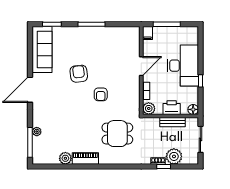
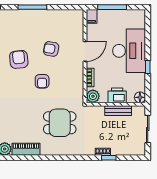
armchair: (109, 64) -> (51, 49), added
plant: (174, 156) -> (120, 147), removed

